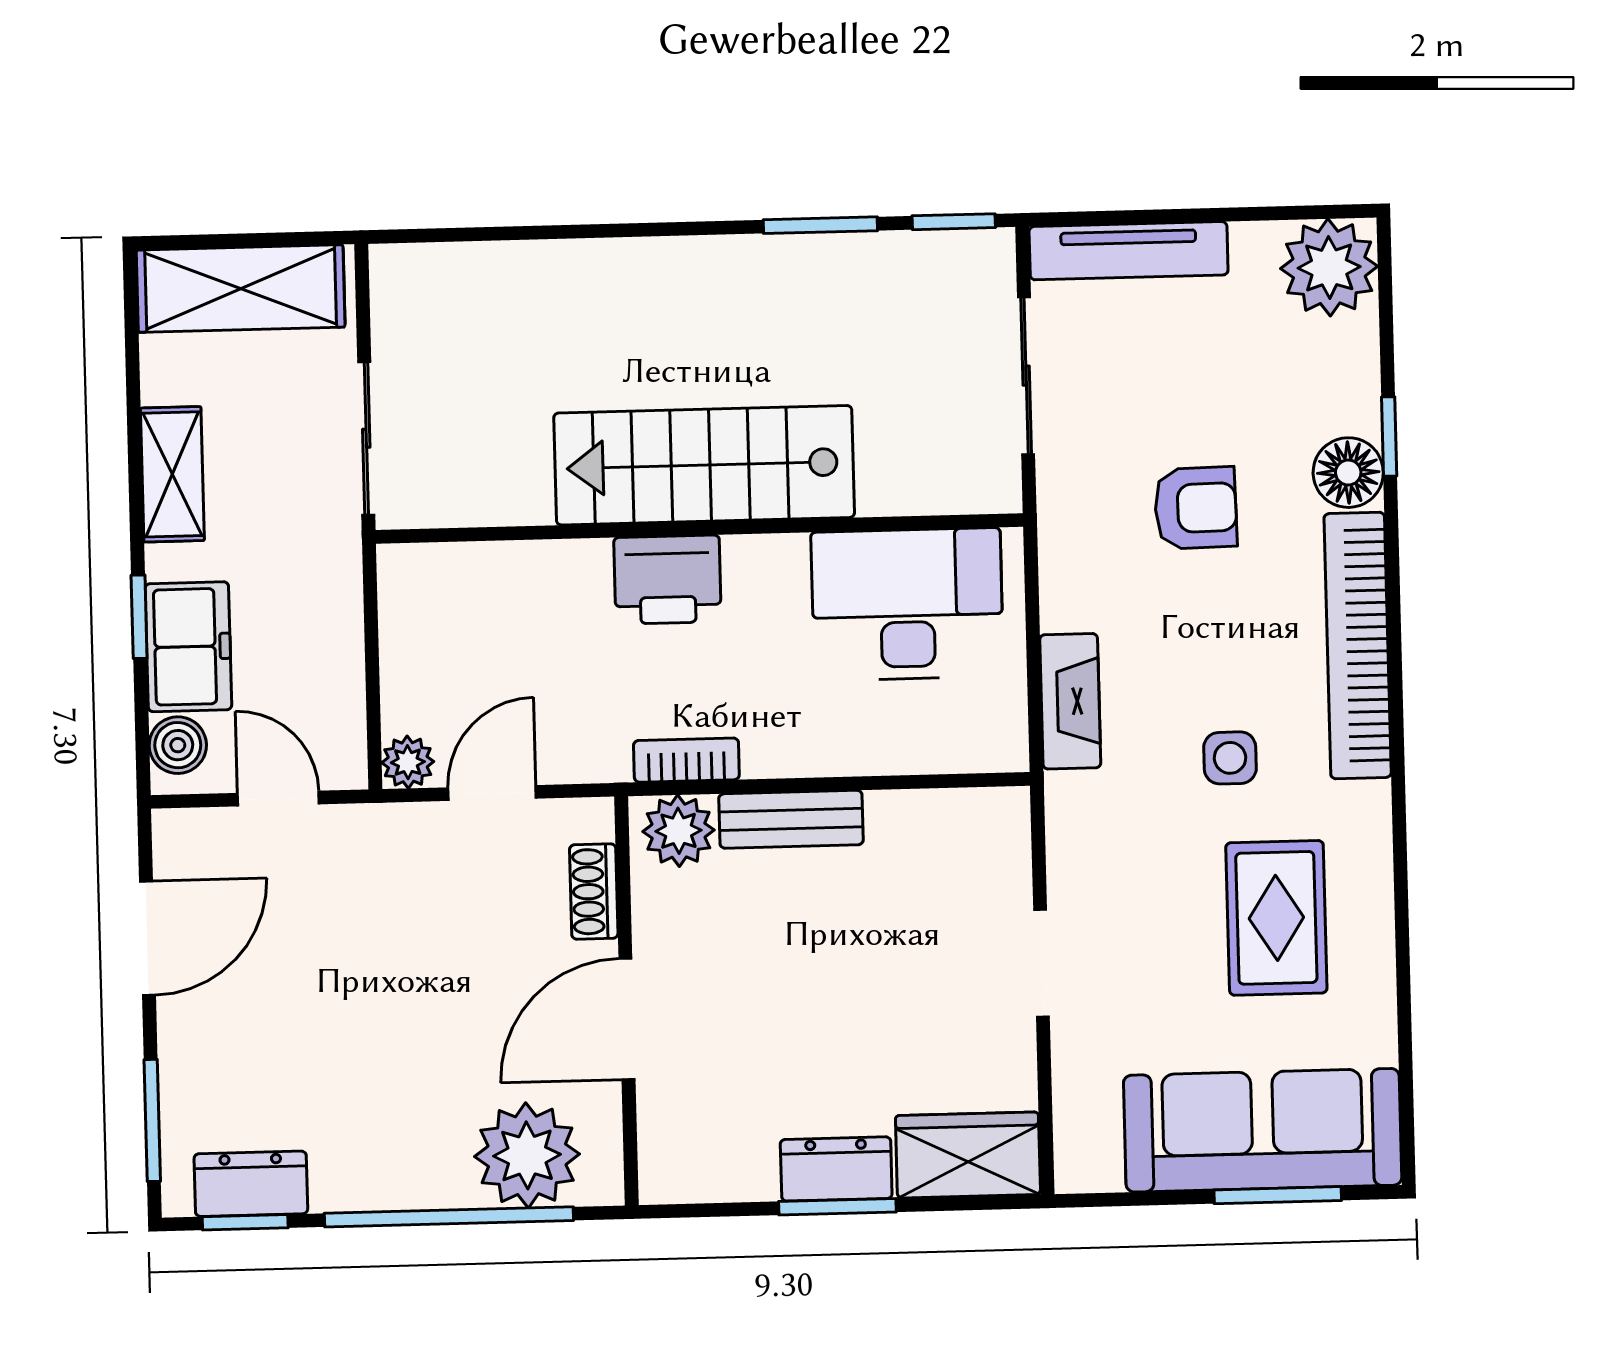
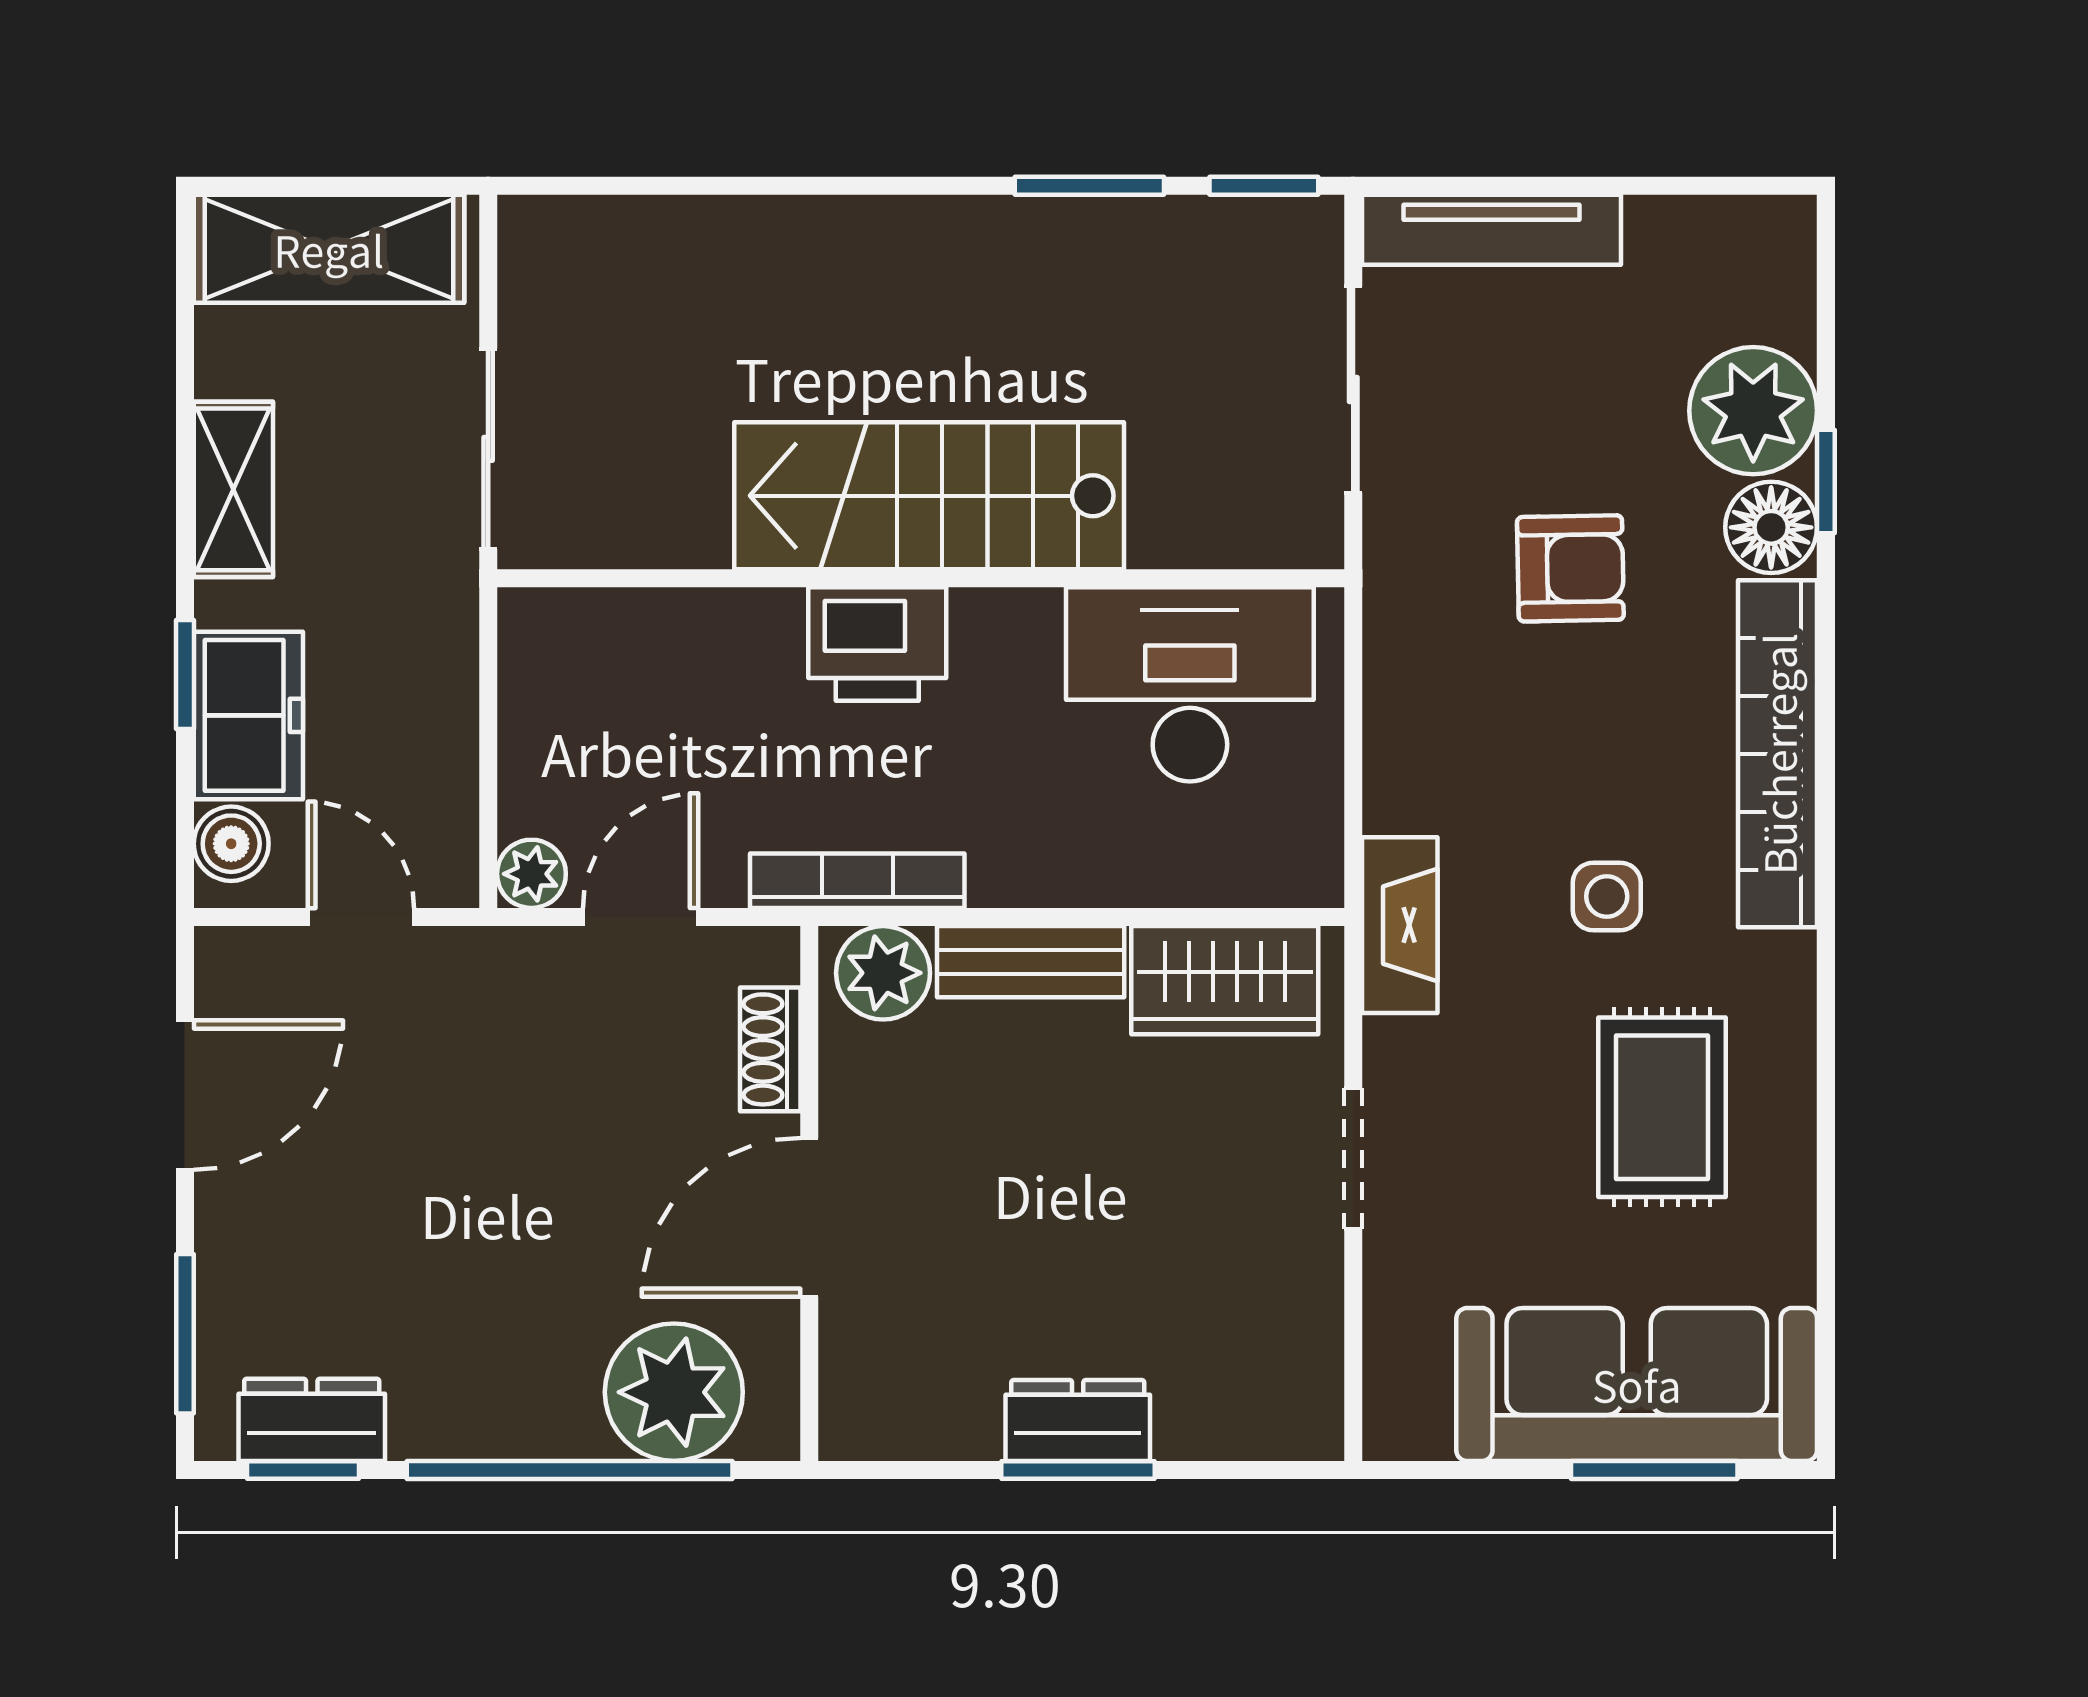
plant: (1329, 267) -> (1753, 411), moved
fireplace: (1070, 701) -> (1400, 925), moved
bookcase: (686, 760) -> (857, 881), width x1.56
wardrobe: (968, 1155) -> (1225, 980), moved, turned 180

